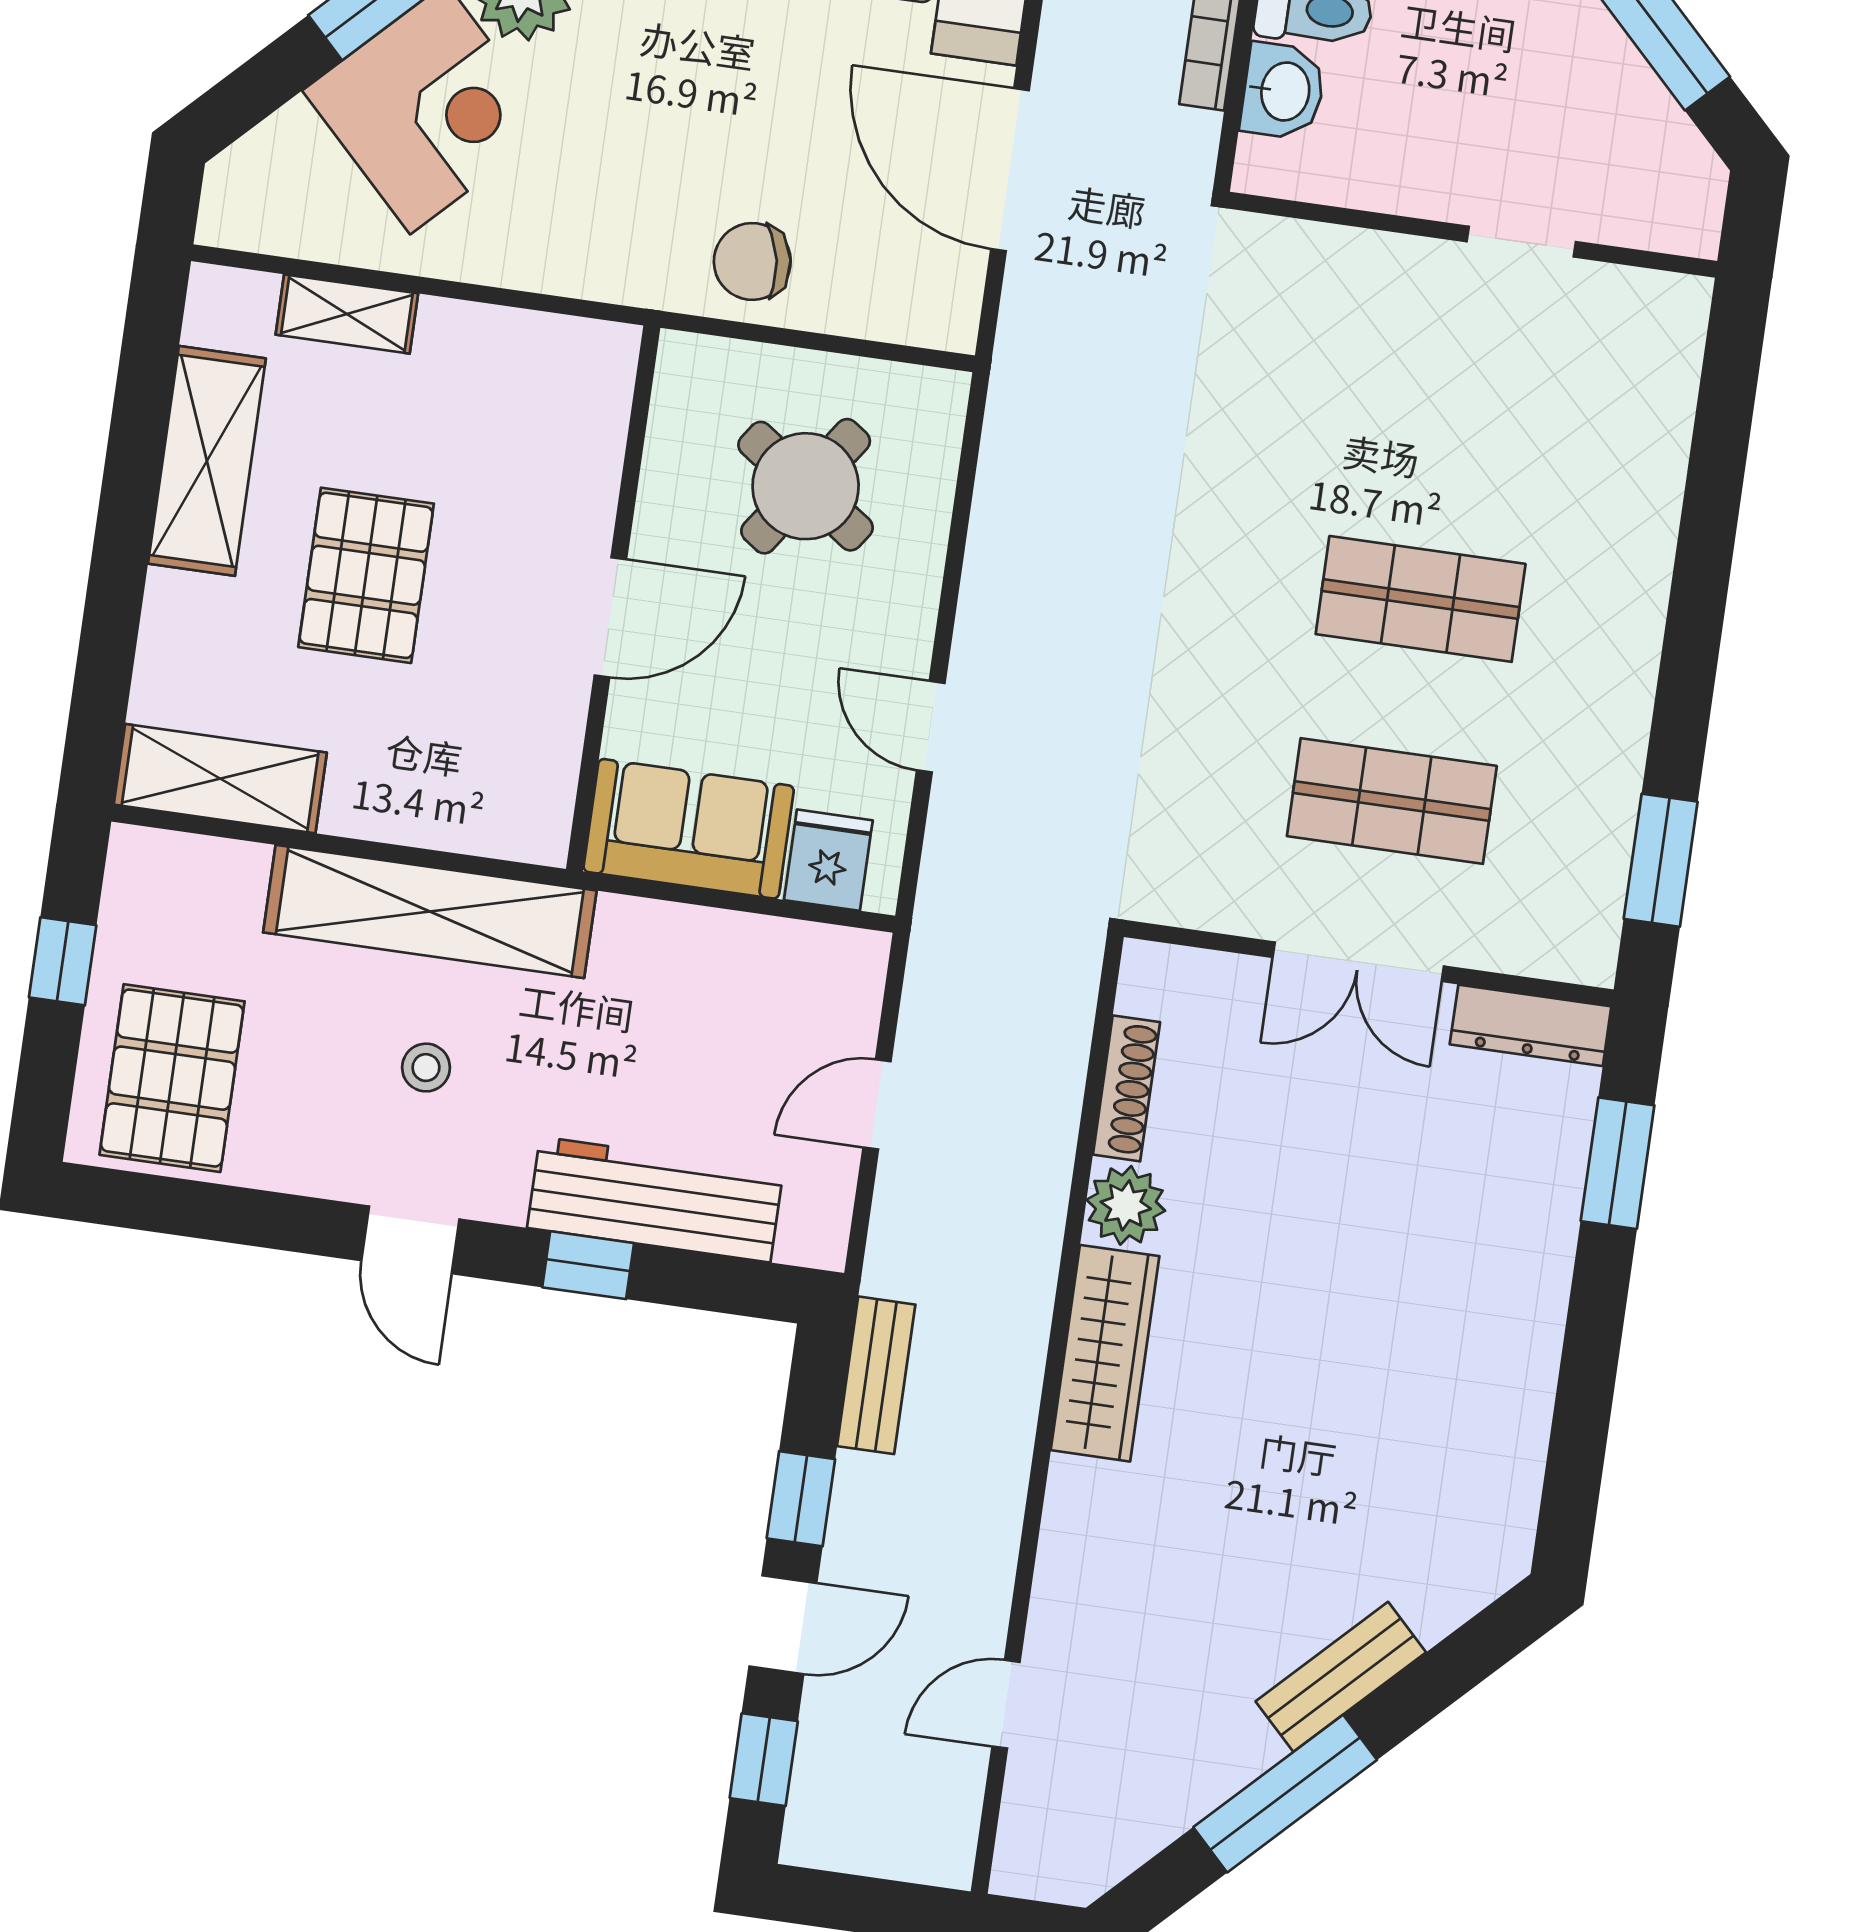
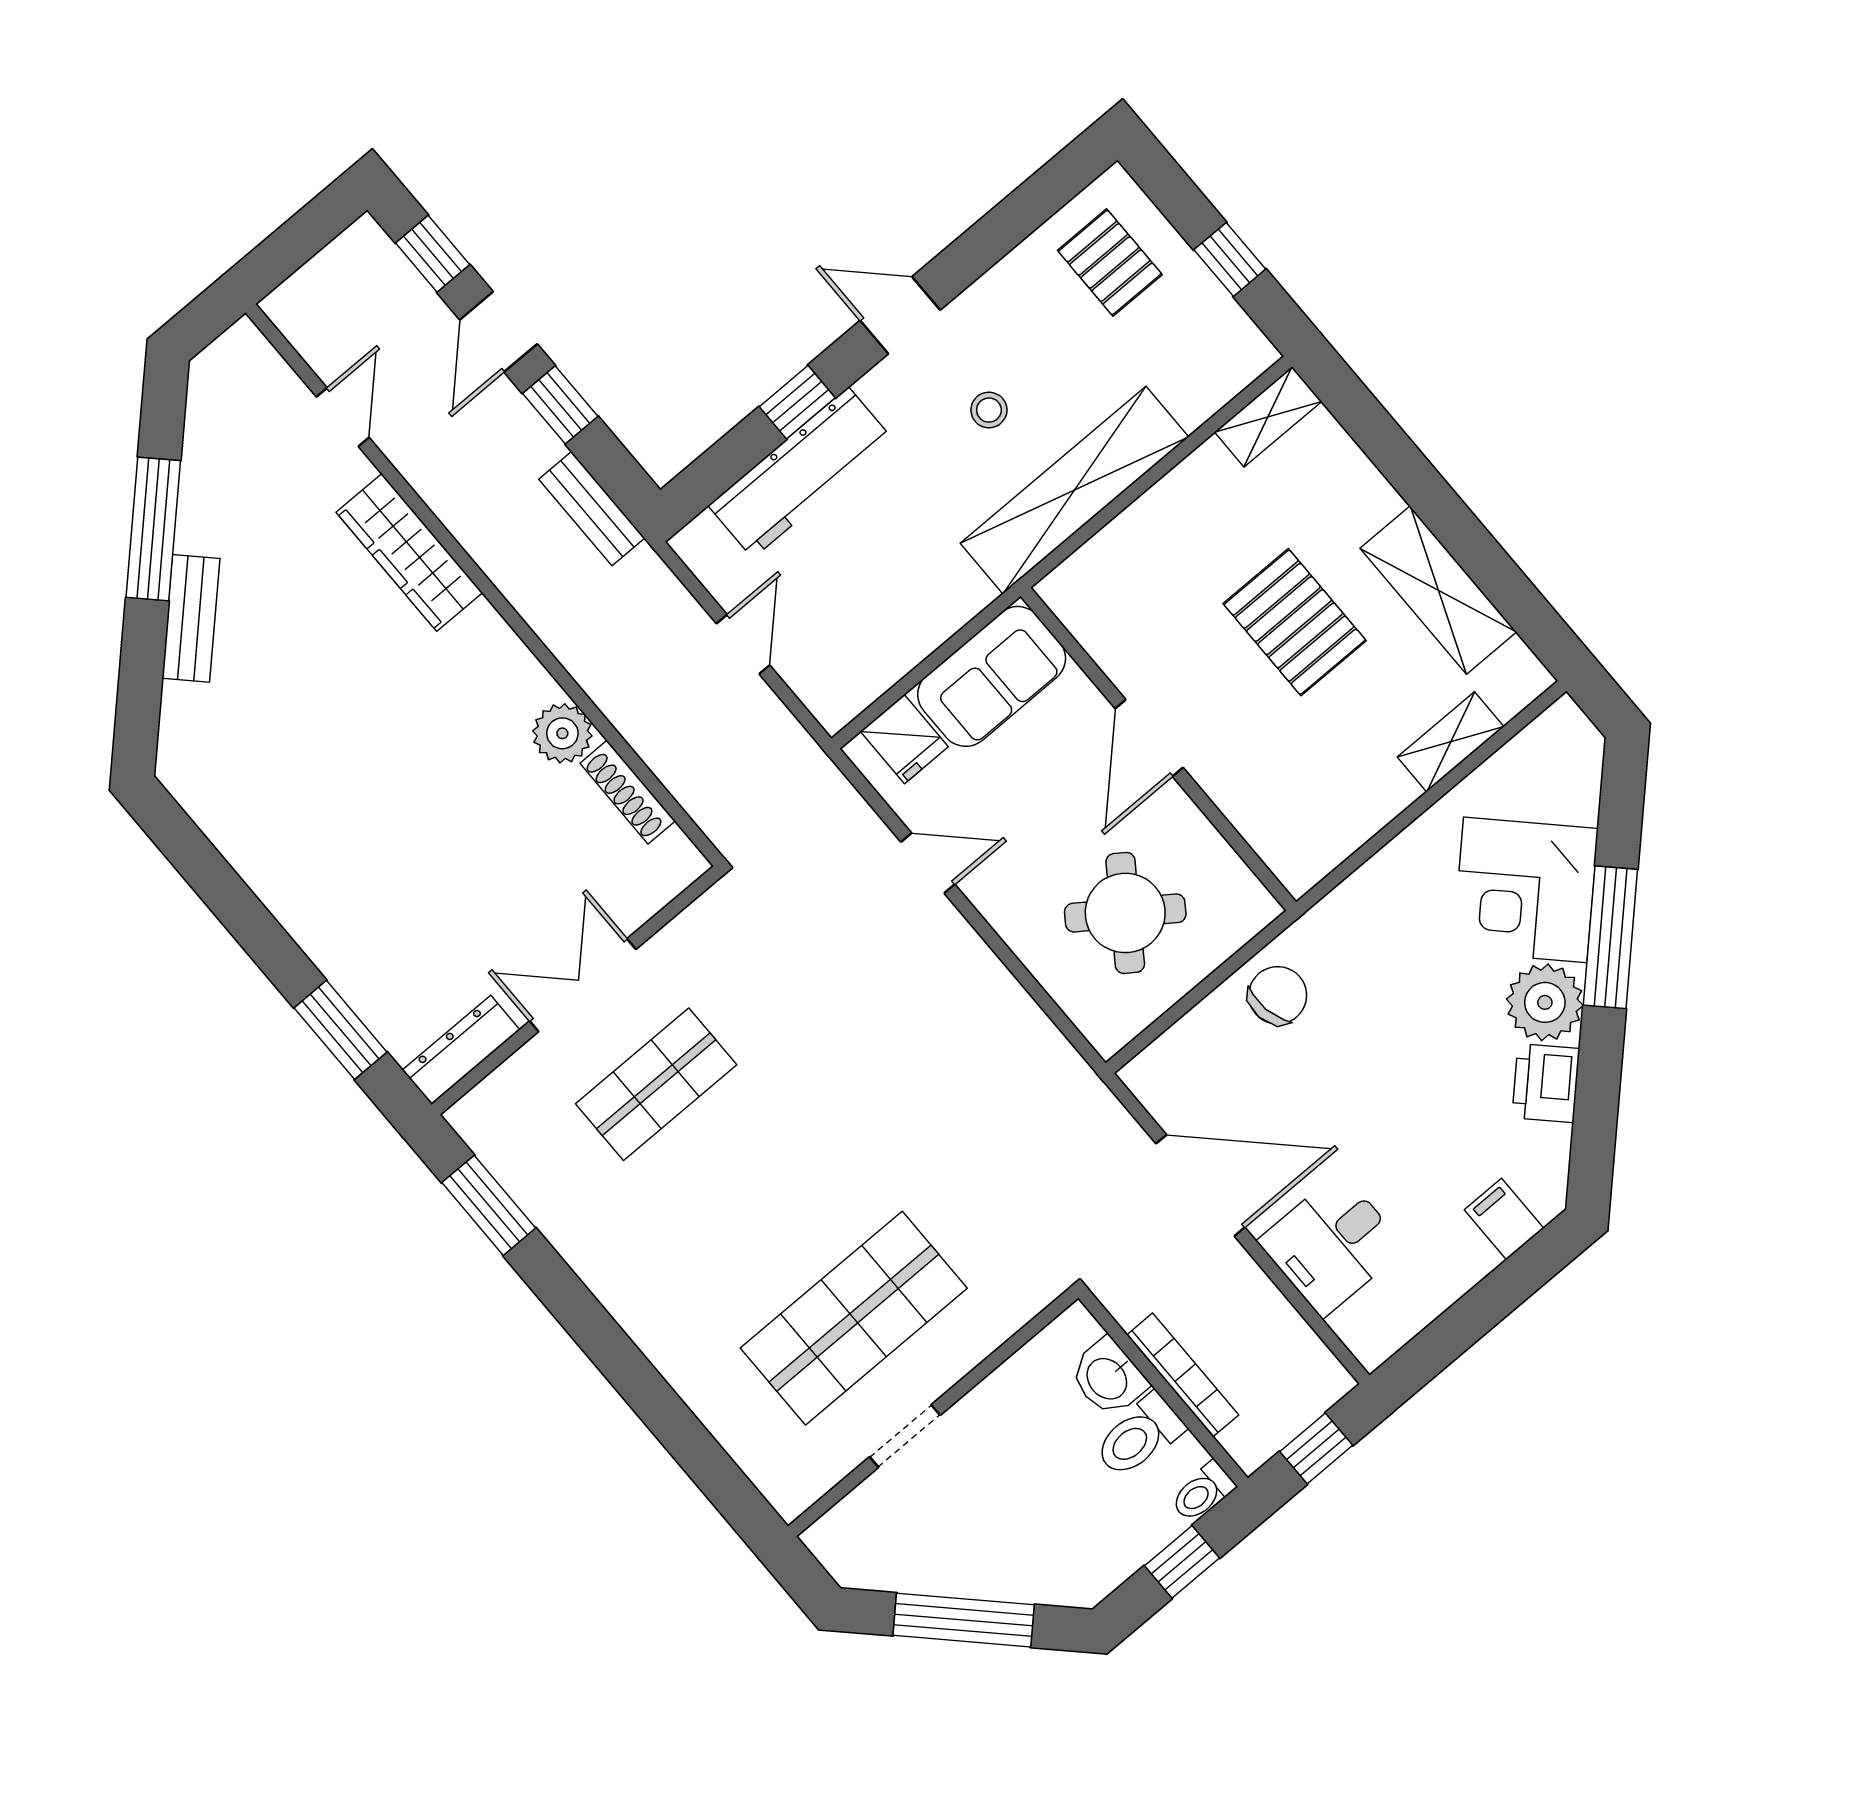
shop shelf: (1421, 599) -> (854, 1318), moved, width x1.43, depth x1.36
shelving: (220, 779) -> (1268, 417), width x0.67, depth x0.75
pallet: (172, 1078) -> (1110, 262), width x0.67, depth x0.71
wardrobe: (1105, 1353) -> (409, 553), moved

